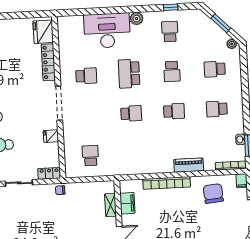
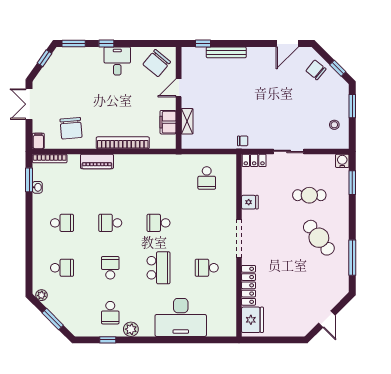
plant: (137, 18) -> (131, 329), moved

